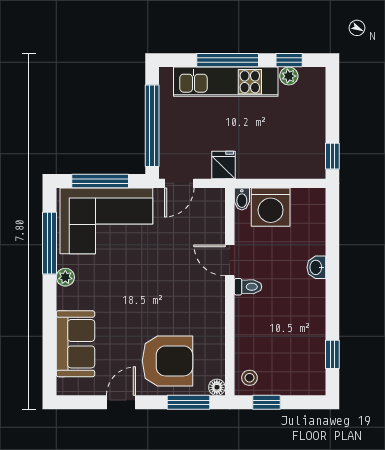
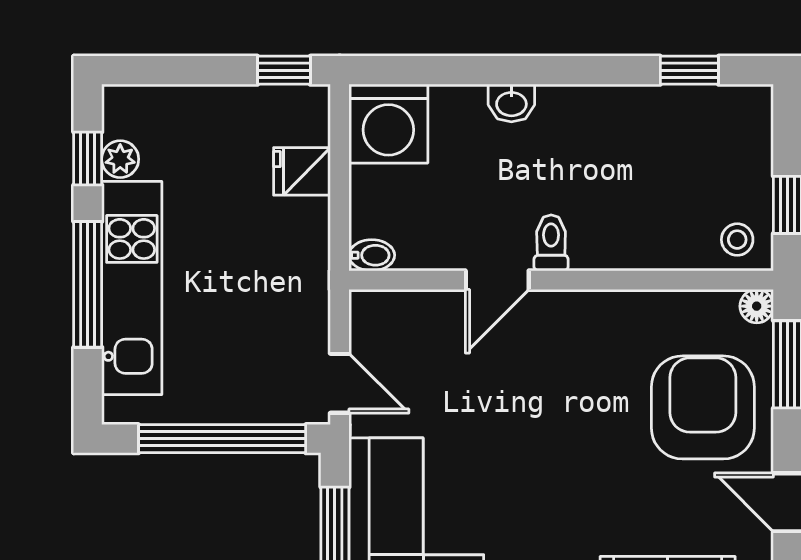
fridge: (224, 165) -> (302, 171), moved
washing machine: (271, 207) -> (388, 124), moved, turned 90

